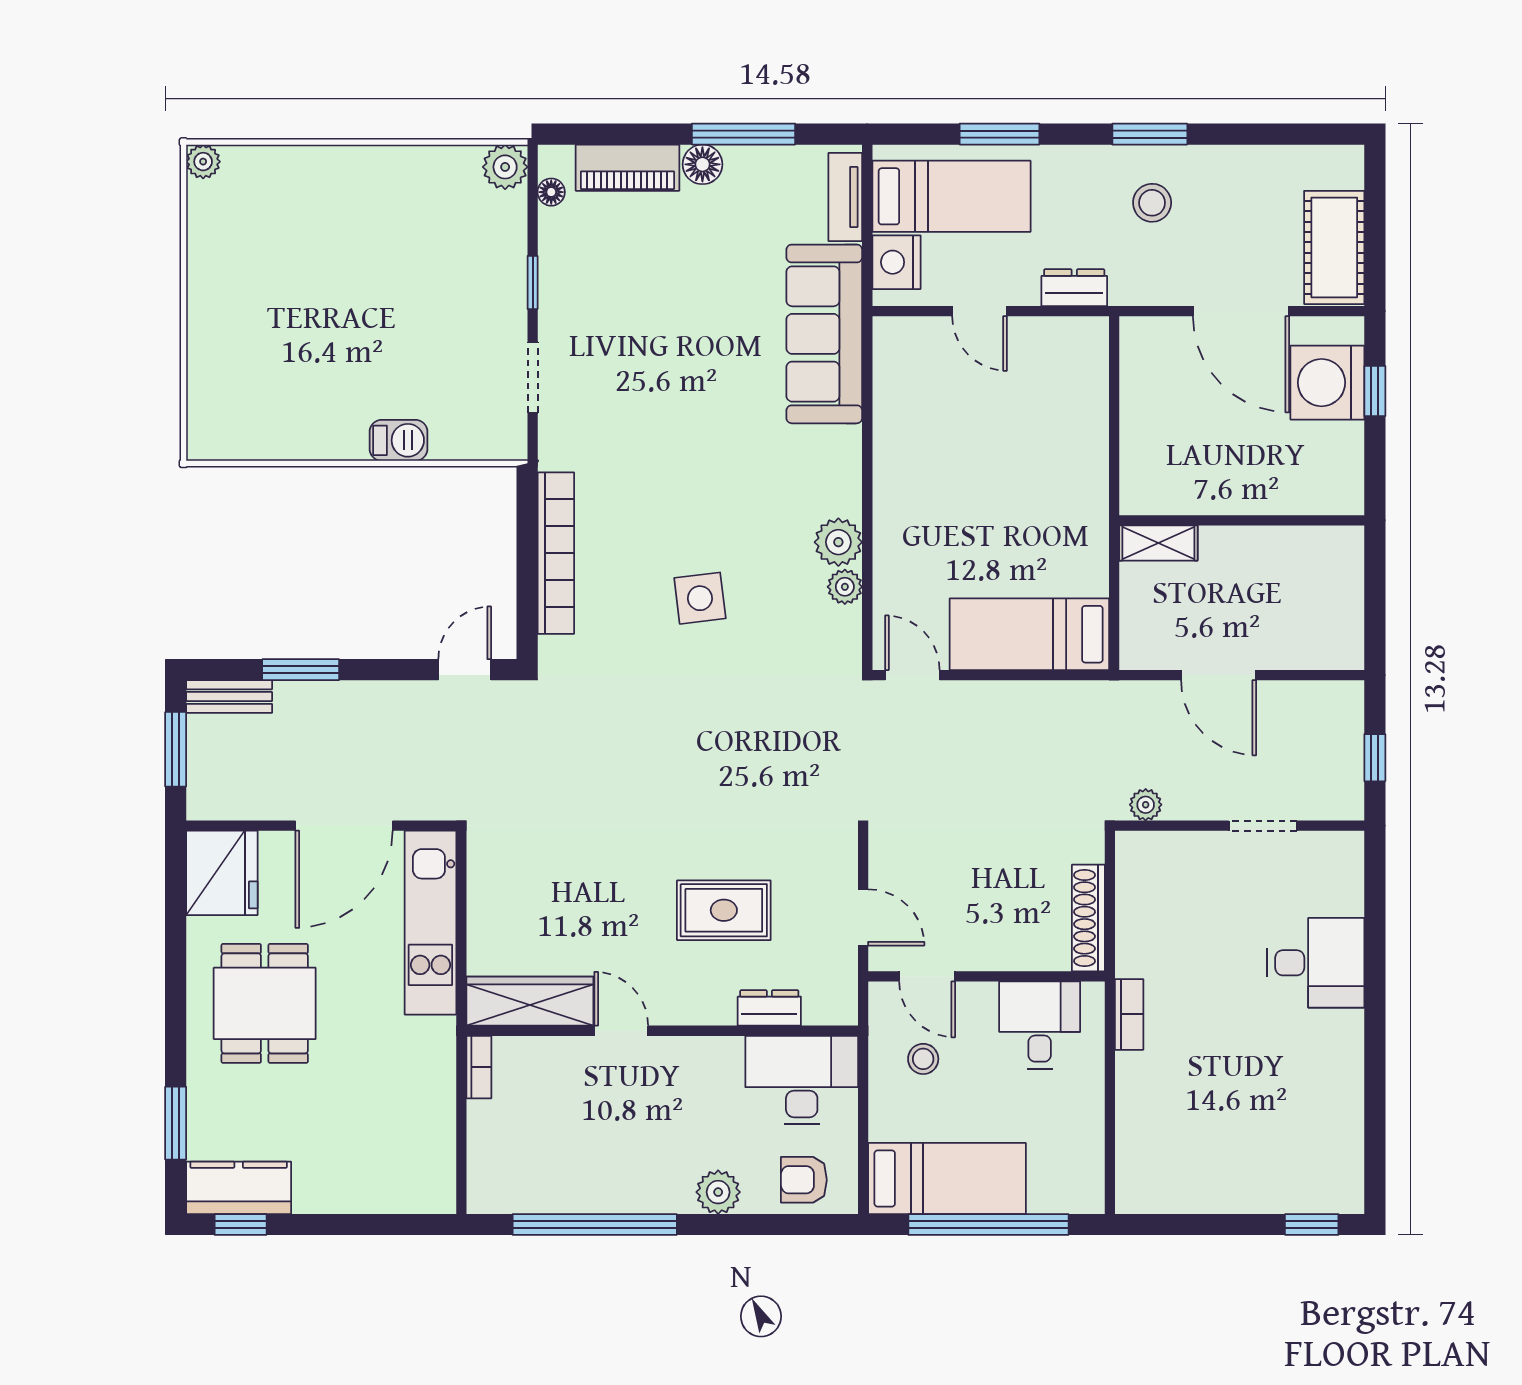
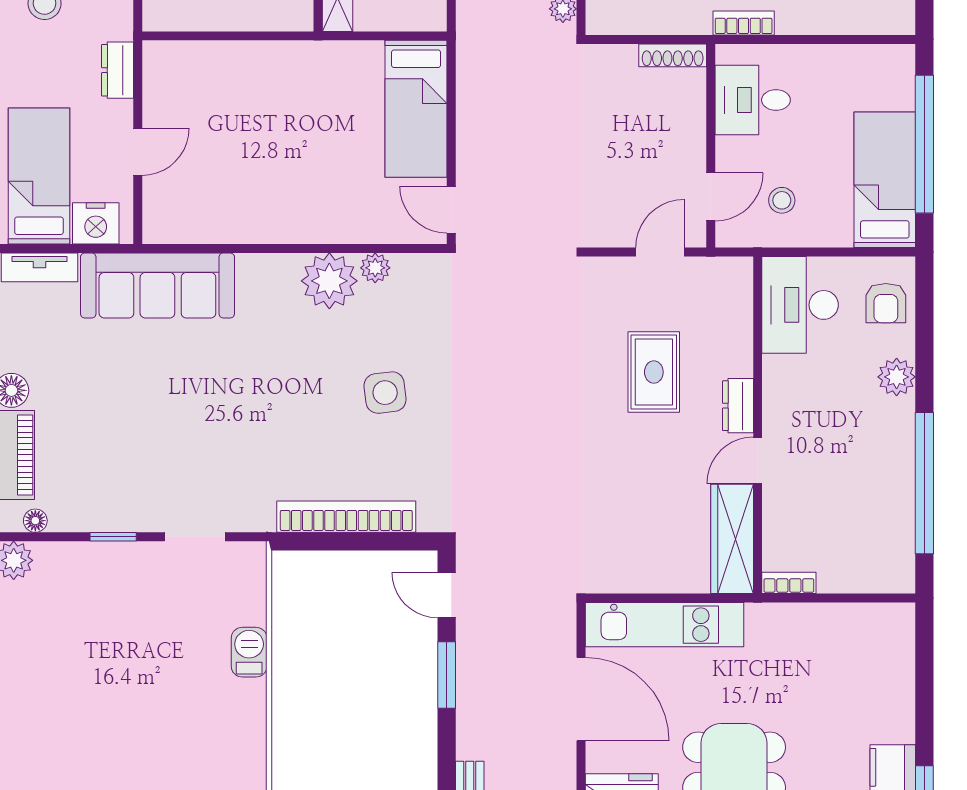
plant: (838, 542) -> (329, 281), width x1.36, depth x1.36
window: (301, 670) -> (447, 675), moved
door: (912, 675) -> (451, 210), hinge flipped
shoe rack: (1088, 918) -> (673, 55), width x0.74, depth x0.81
dresser: (769, 1008) -> (738, 406), moved

